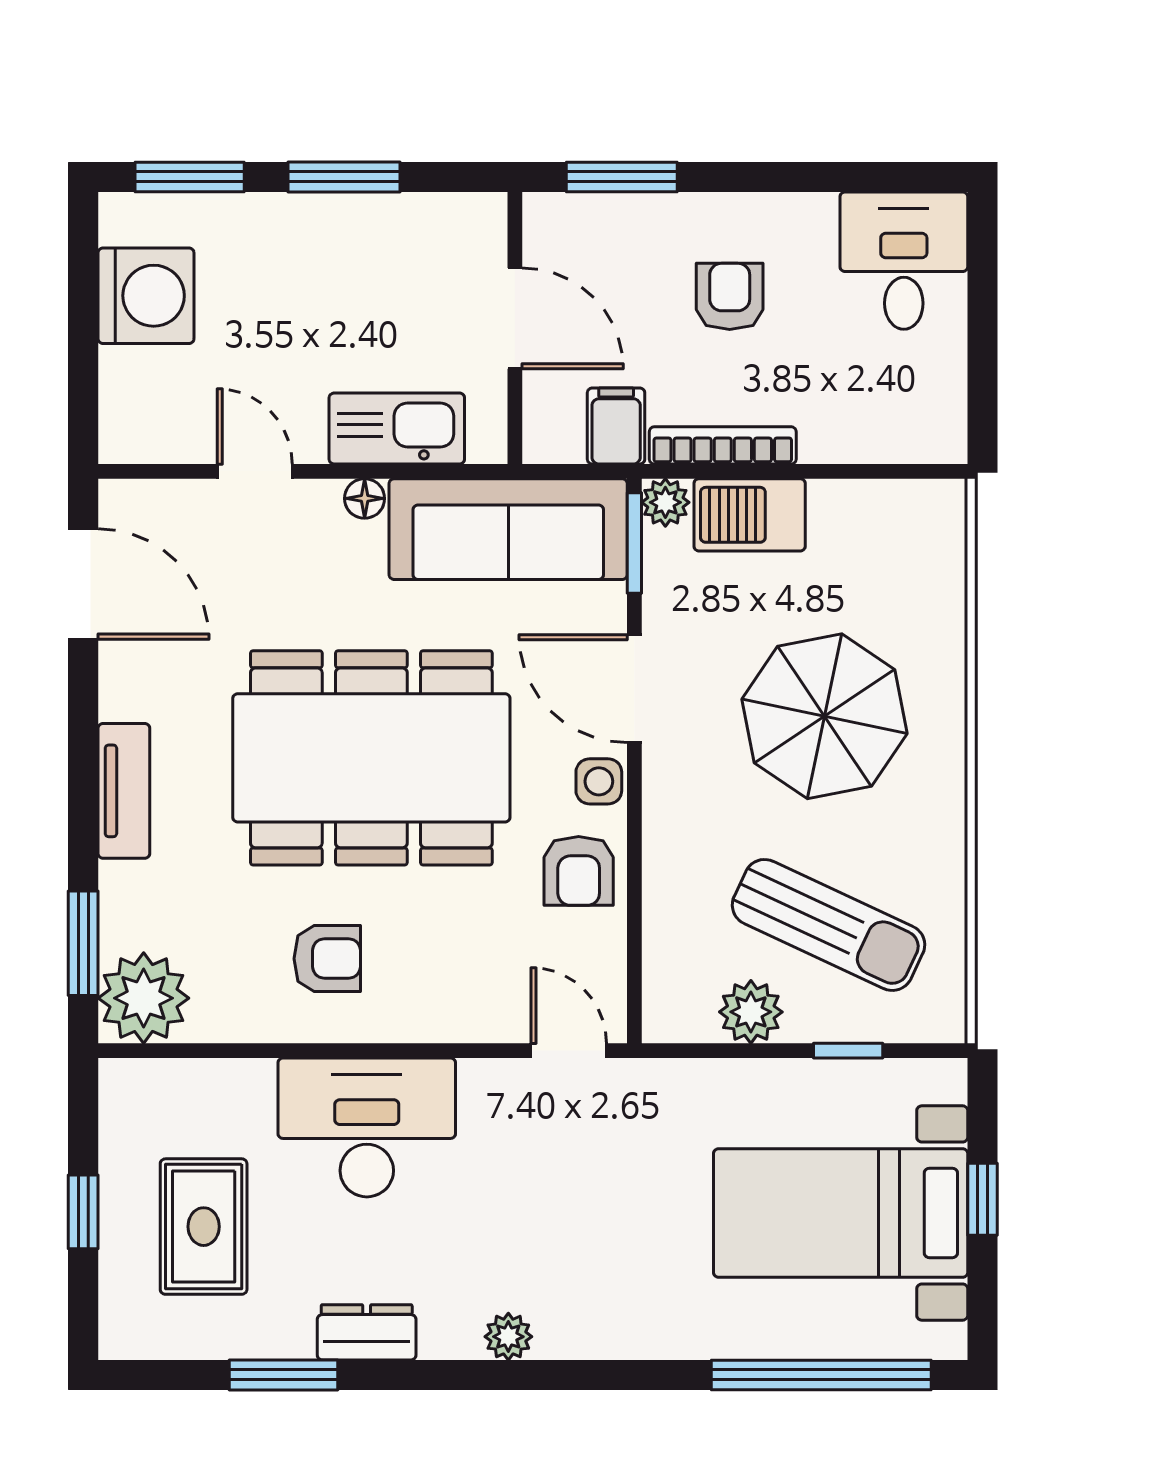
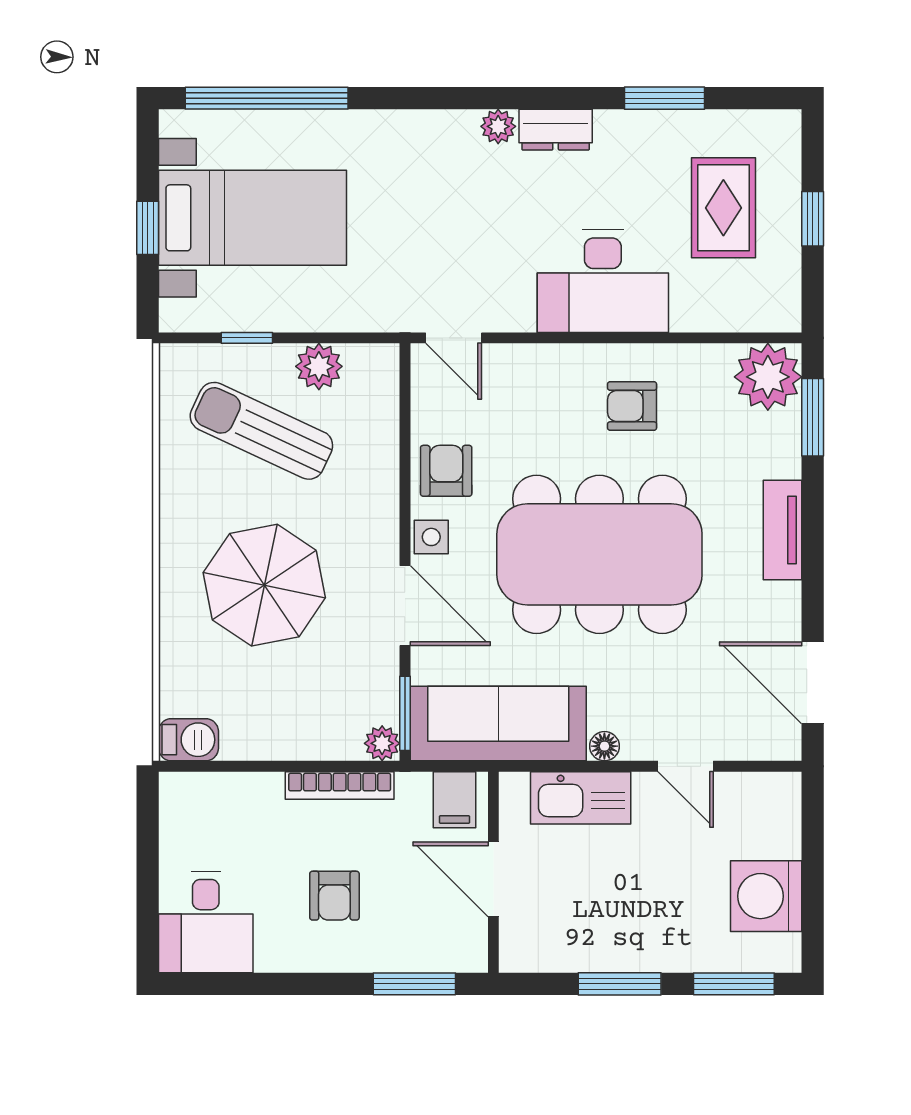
filing cabinet: (616, 426) -> (454, 800), moved
barbecue: (750, 515) -> (188, 740), moved, width x0.73, depth x0.79
dresser: (367, 1332) -> (556, 130), moved

